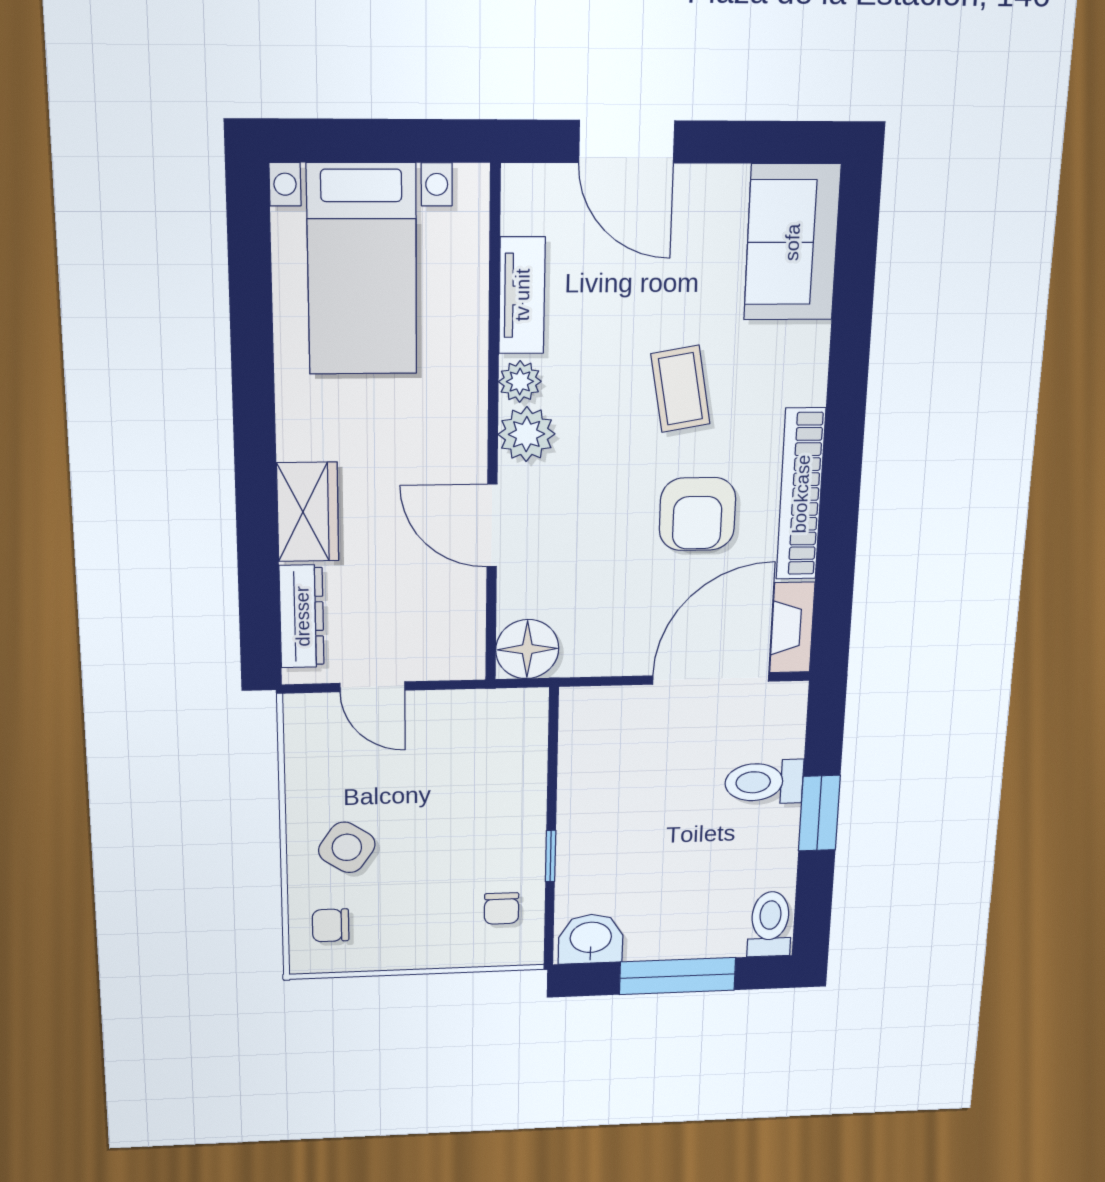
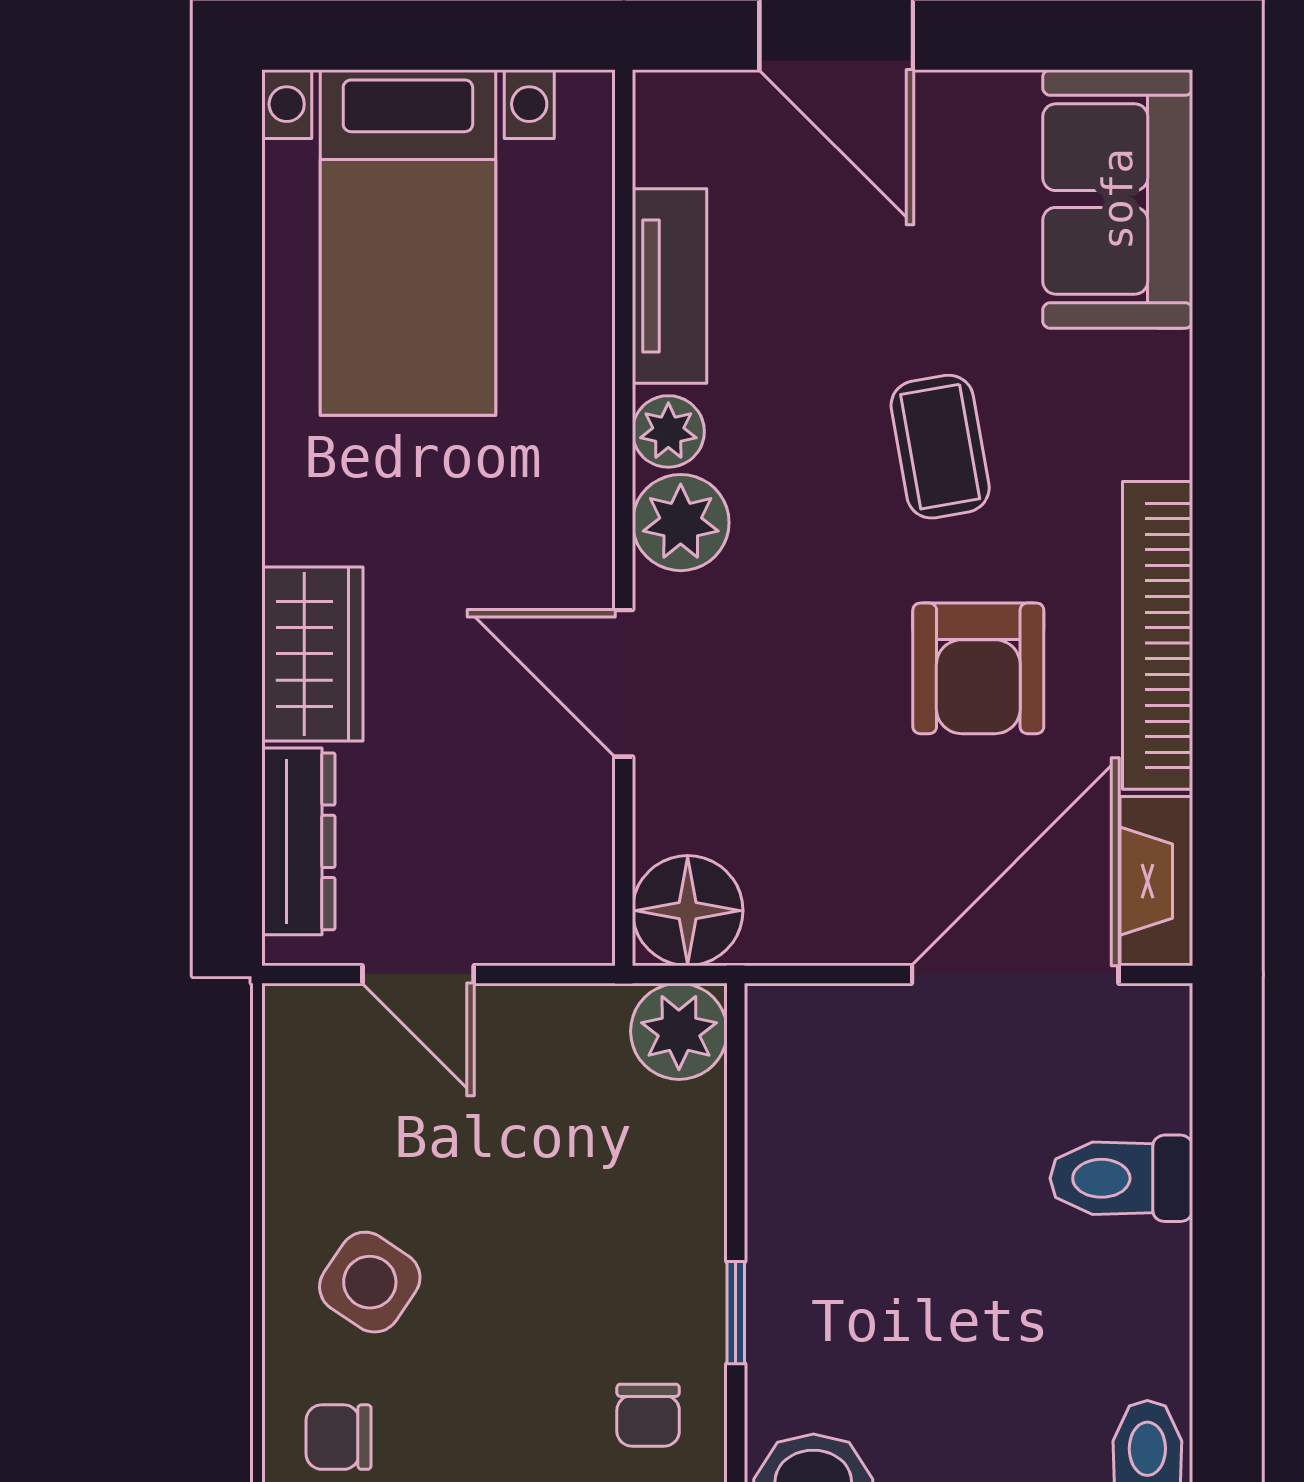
plant: (521, 713) -> (679, 1031), added
window: (819, 813) -> (1227, 1244), removed

